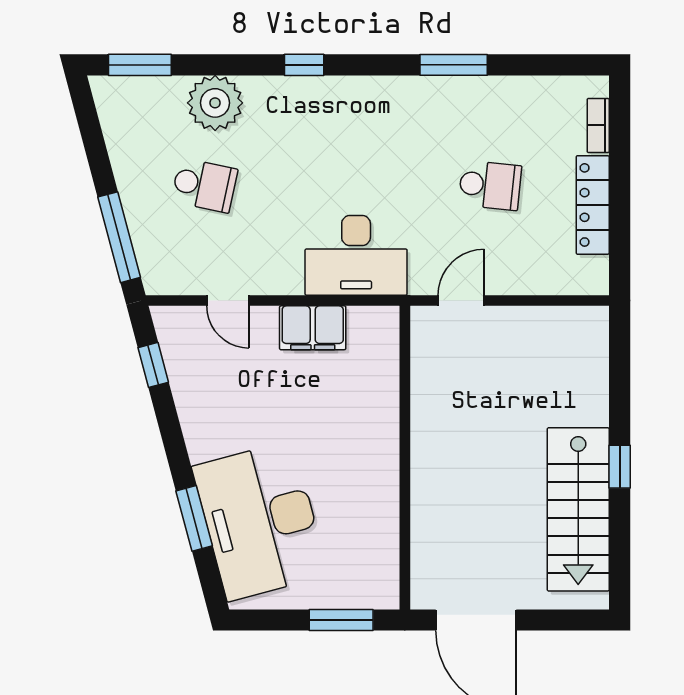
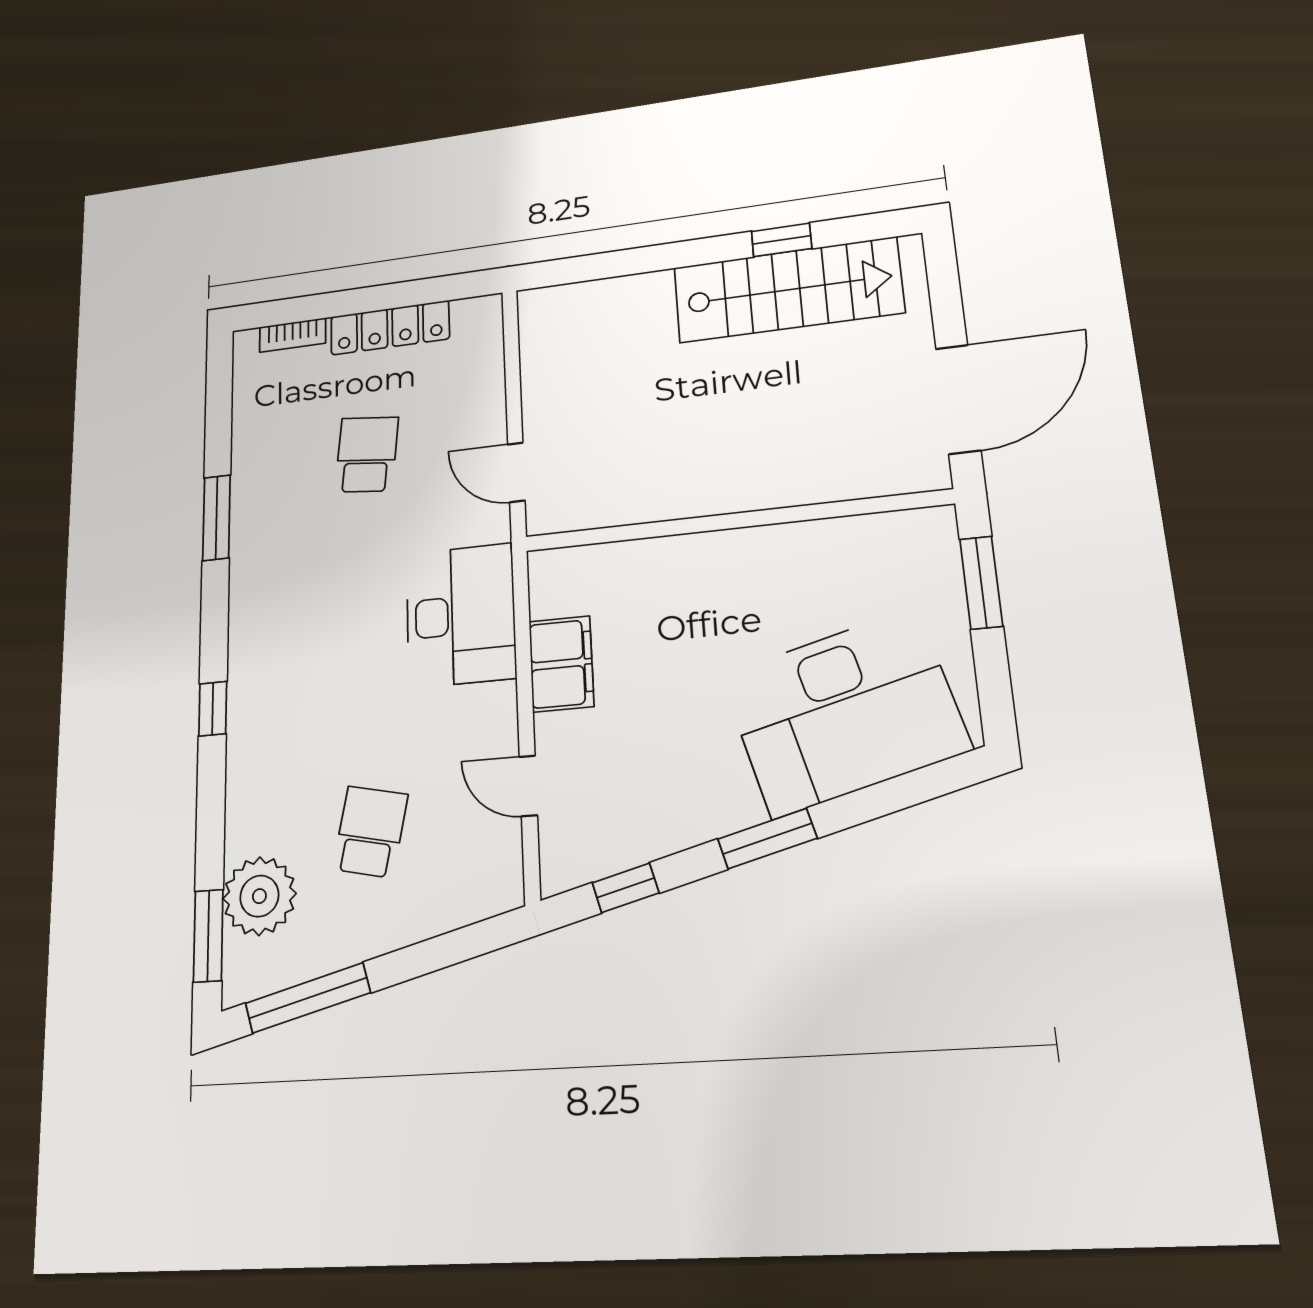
plant: (215, 103) -> (259, 896), moved
window: (119, 237) -> (308, 998), moved
door: (228, 301) -> (528, 786), swing flipped
window: (620, 467) -> (782, 240), moved
window: (194, 518) -> (767, 839), moved

